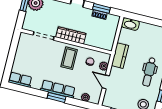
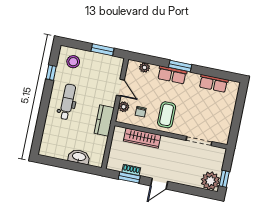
washbasin: (130, 24) -> (79, 157), moved
wardrobe: (71, 35) -> (142, 138), moved
row of seats: (20, 80) -> (213, 83), moved
row of seats: (58, 89) -> (172, 75), width x0.68

